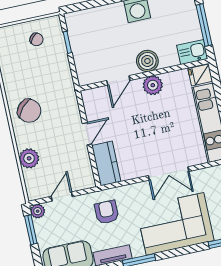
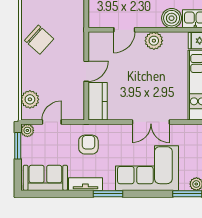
boiler: (147, 61) -> (172, 18), moved
plant: (29, 158) -> (30, 99), moved

